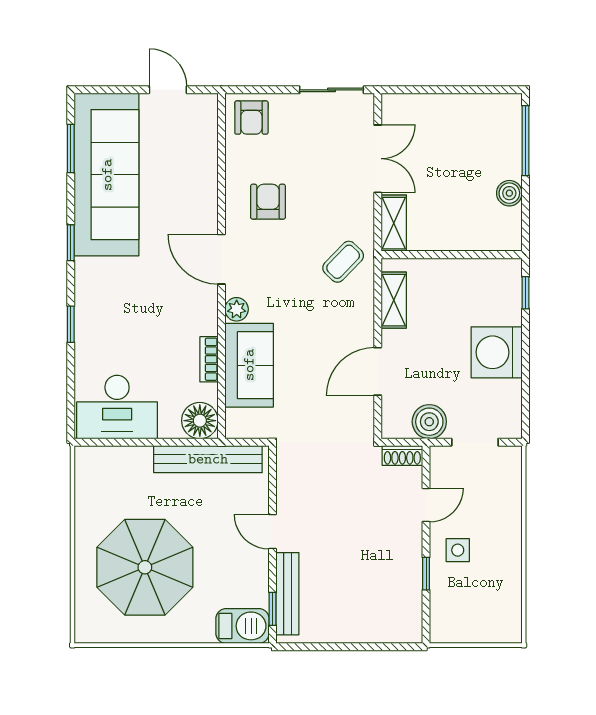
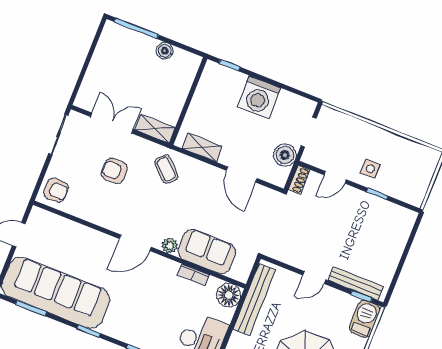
armchair: (268, 202) -> (114, 171), moved
door: (426, 505) -> (335, 177), swing flipped

